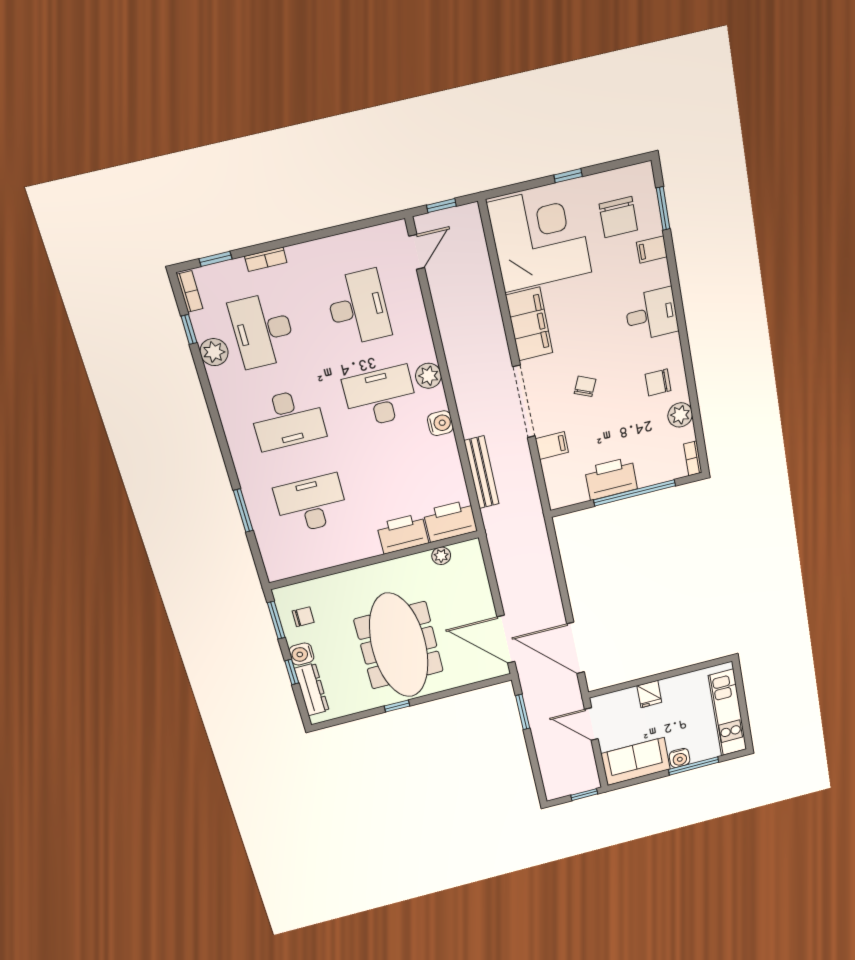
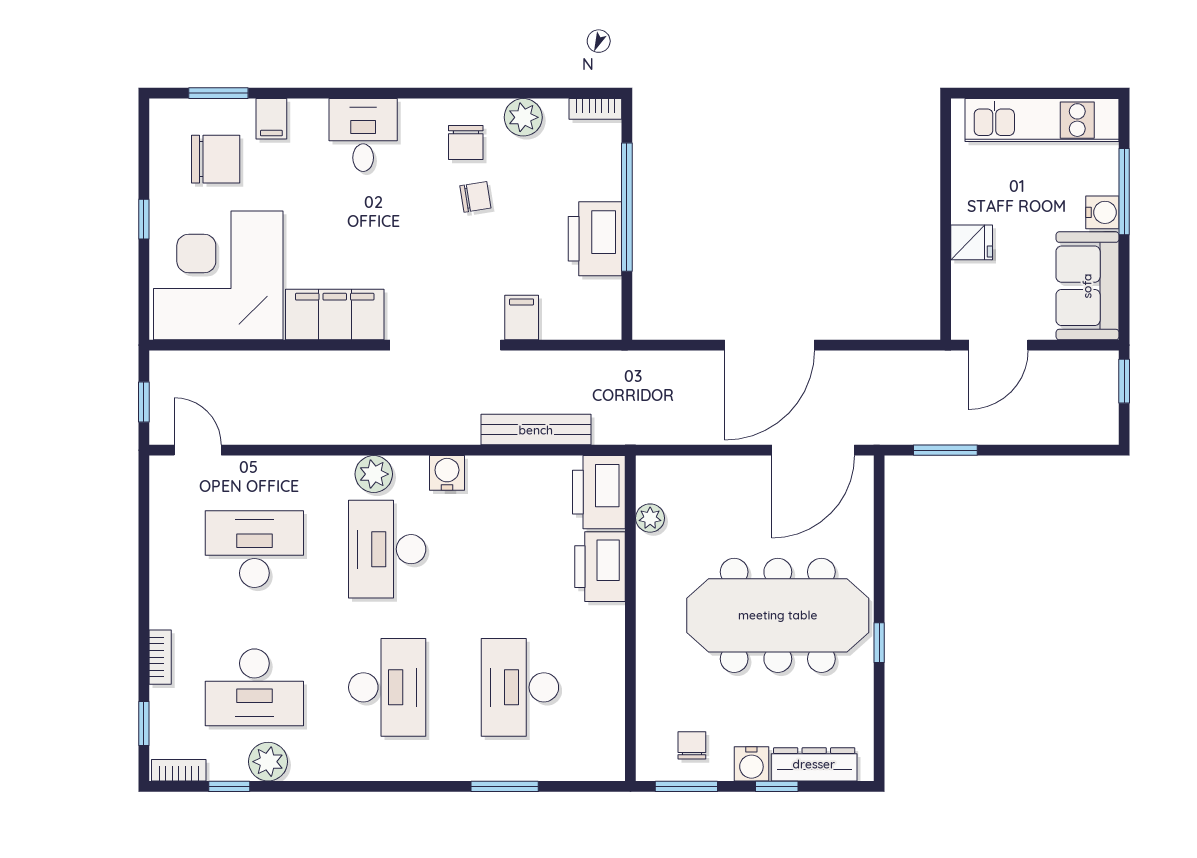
chair: (585, 386) -> (475, 197), moved, turned 147
door: (575, 648) -> (769, 345), moved

